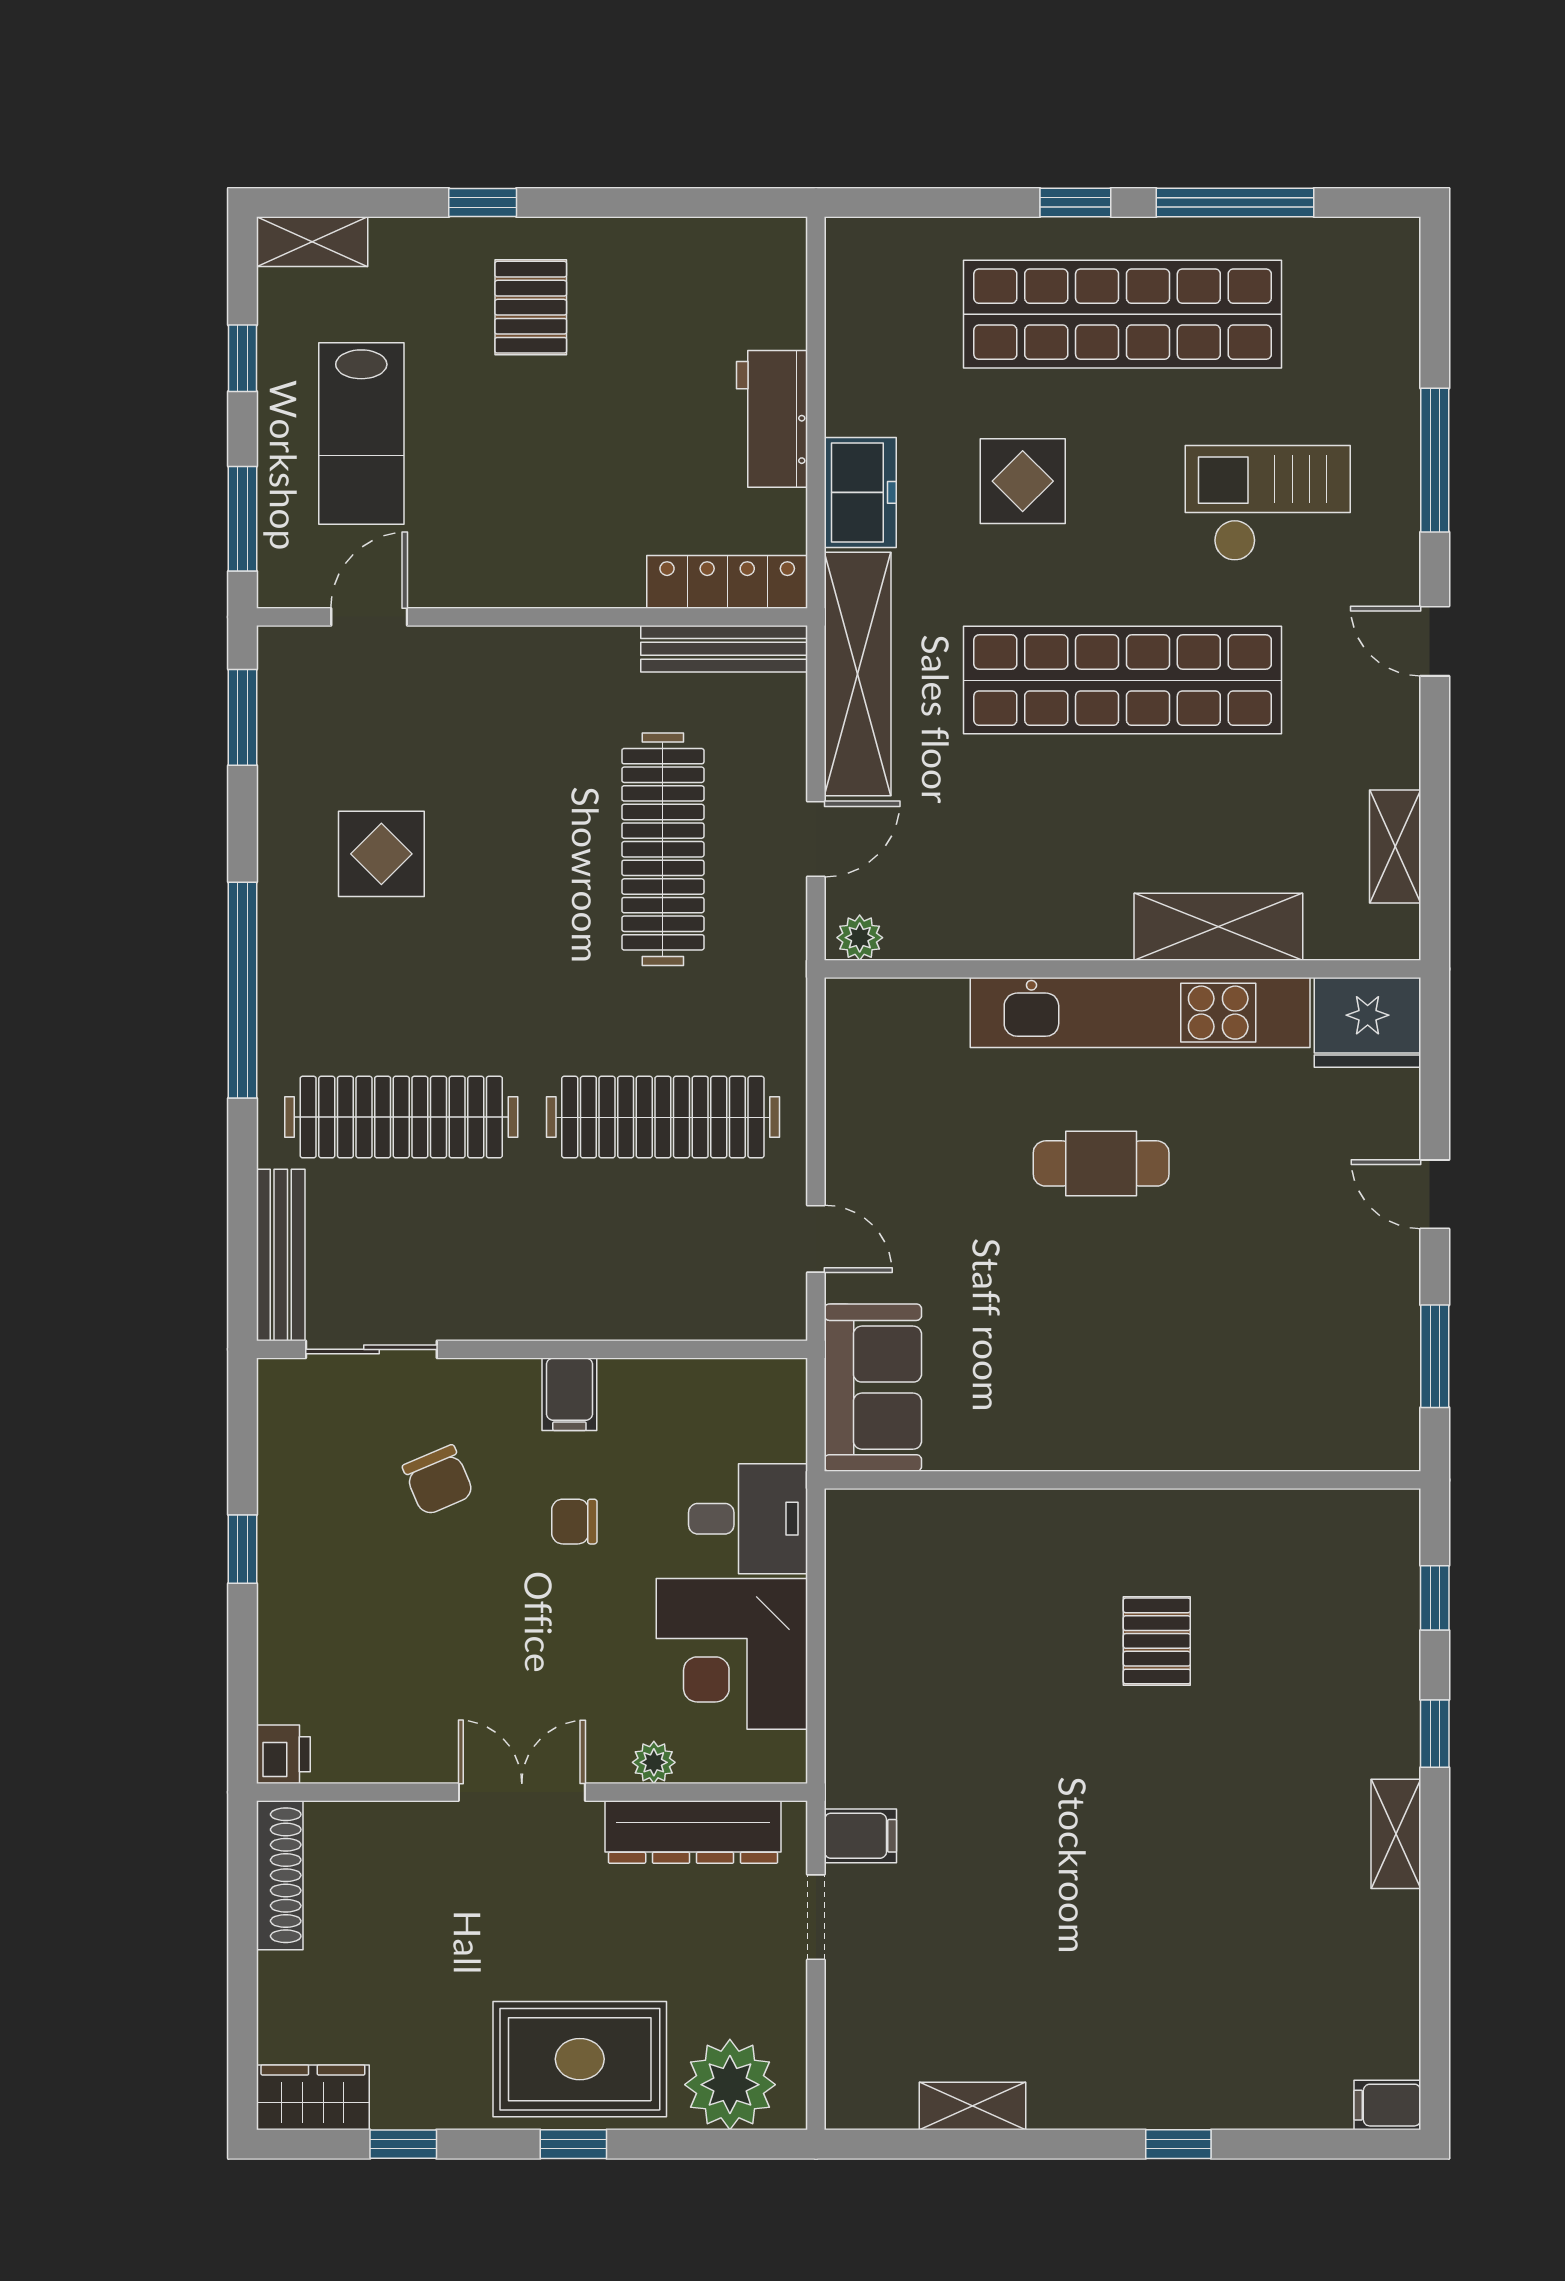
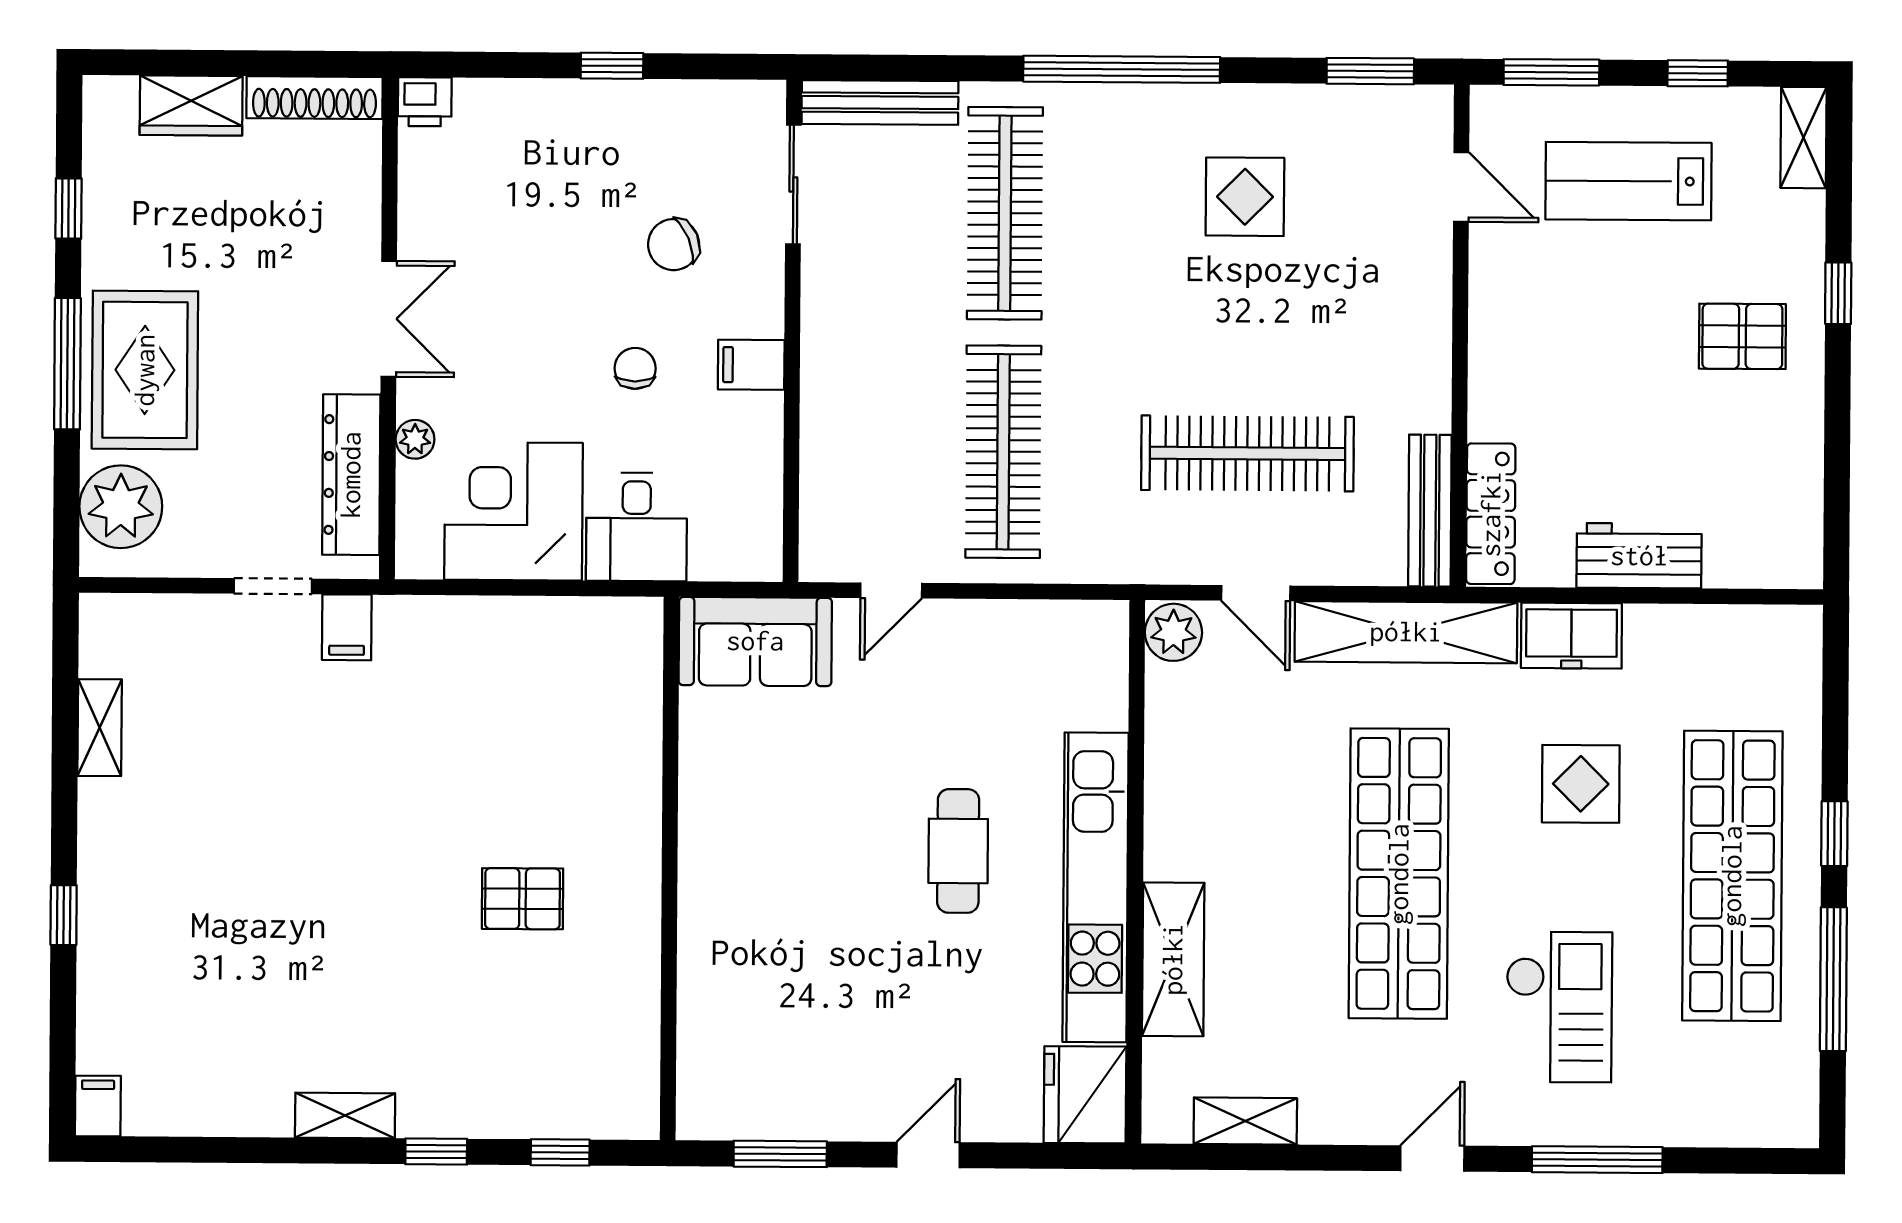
plant: (860, 938) -> (1173, 632), width x1.38, depth x1.38
wardrobe: (313, 2097) -> (191, 105), moved, turned 90
window: (573, 2144) -> (67, 364), width x2.17

